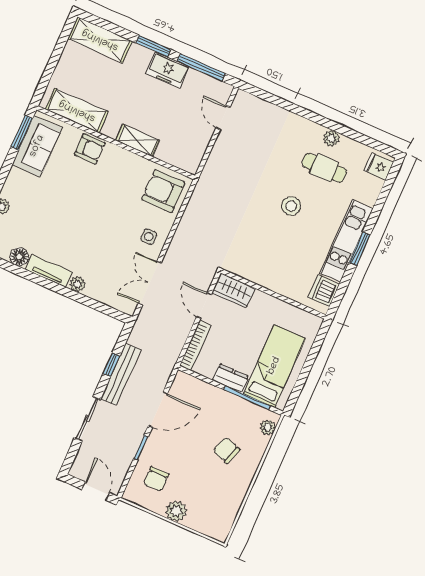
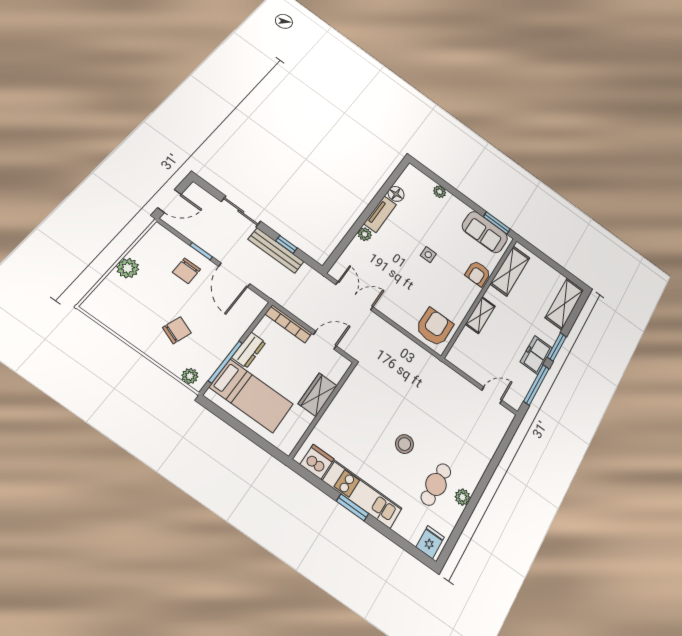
side table: (149, 237) -> (428, 255), moved
wardrobe: (234, 290) -> (318, 395), moved
chair: (156, 479) -> (186, 271), moved, turned -90

